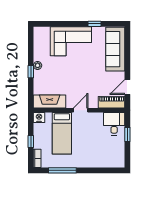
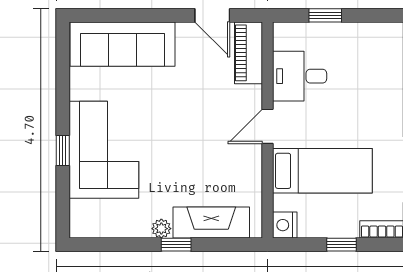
window: (94, 24) -> (63, 151), moved
fireplace: (50, 101) -> (211, 222), moved, turned 90
door: (81, 110) -> (267, 126), hinge flipped
desk: (114, 124) -> (300, 76), moved

